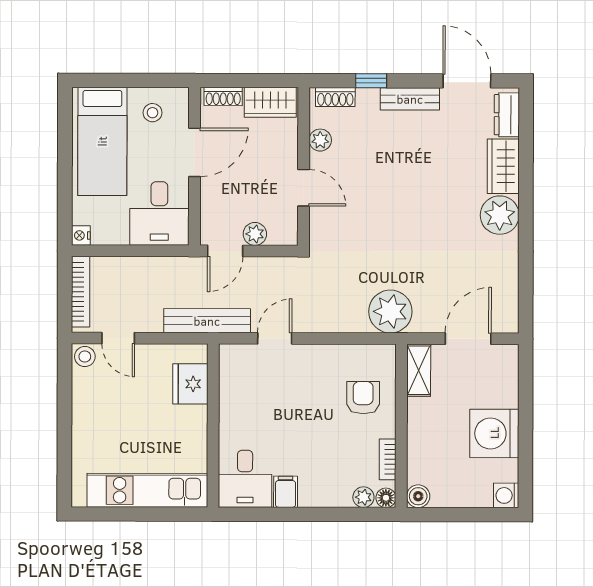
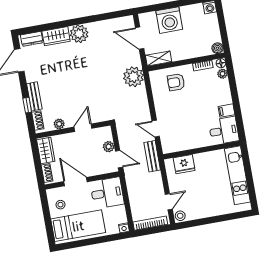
bench: (410, 99) -> (34, 96), moved
bench: (207, 321) -> (152, 156), width x0.73
washing machine: (494, 433) -> (169, 20), moved

